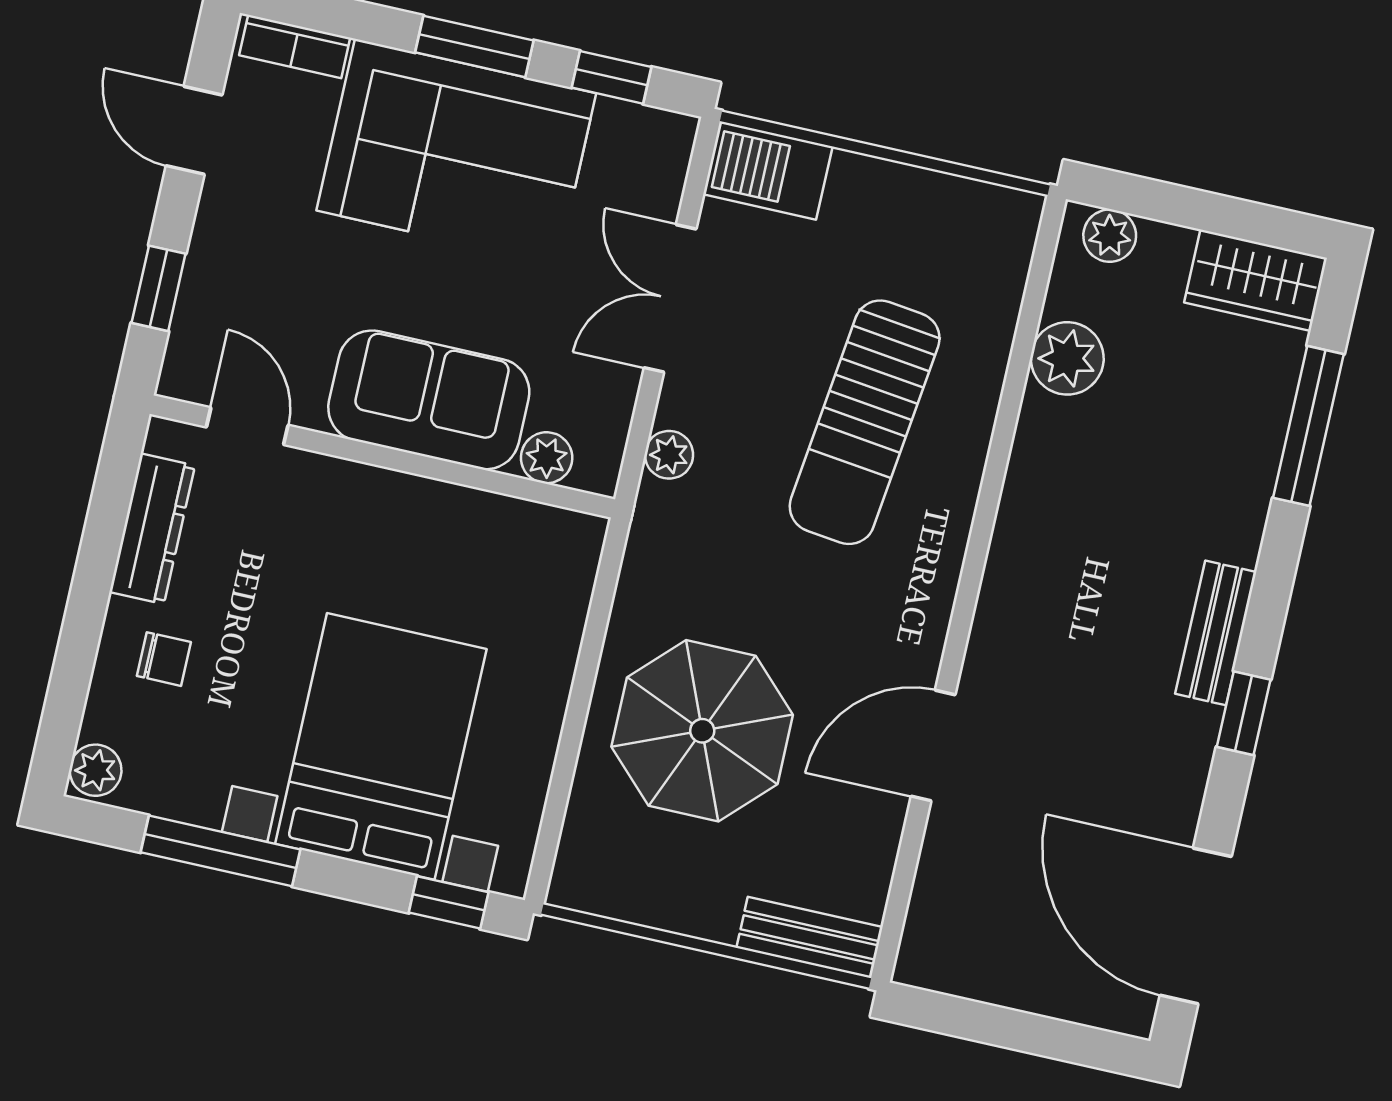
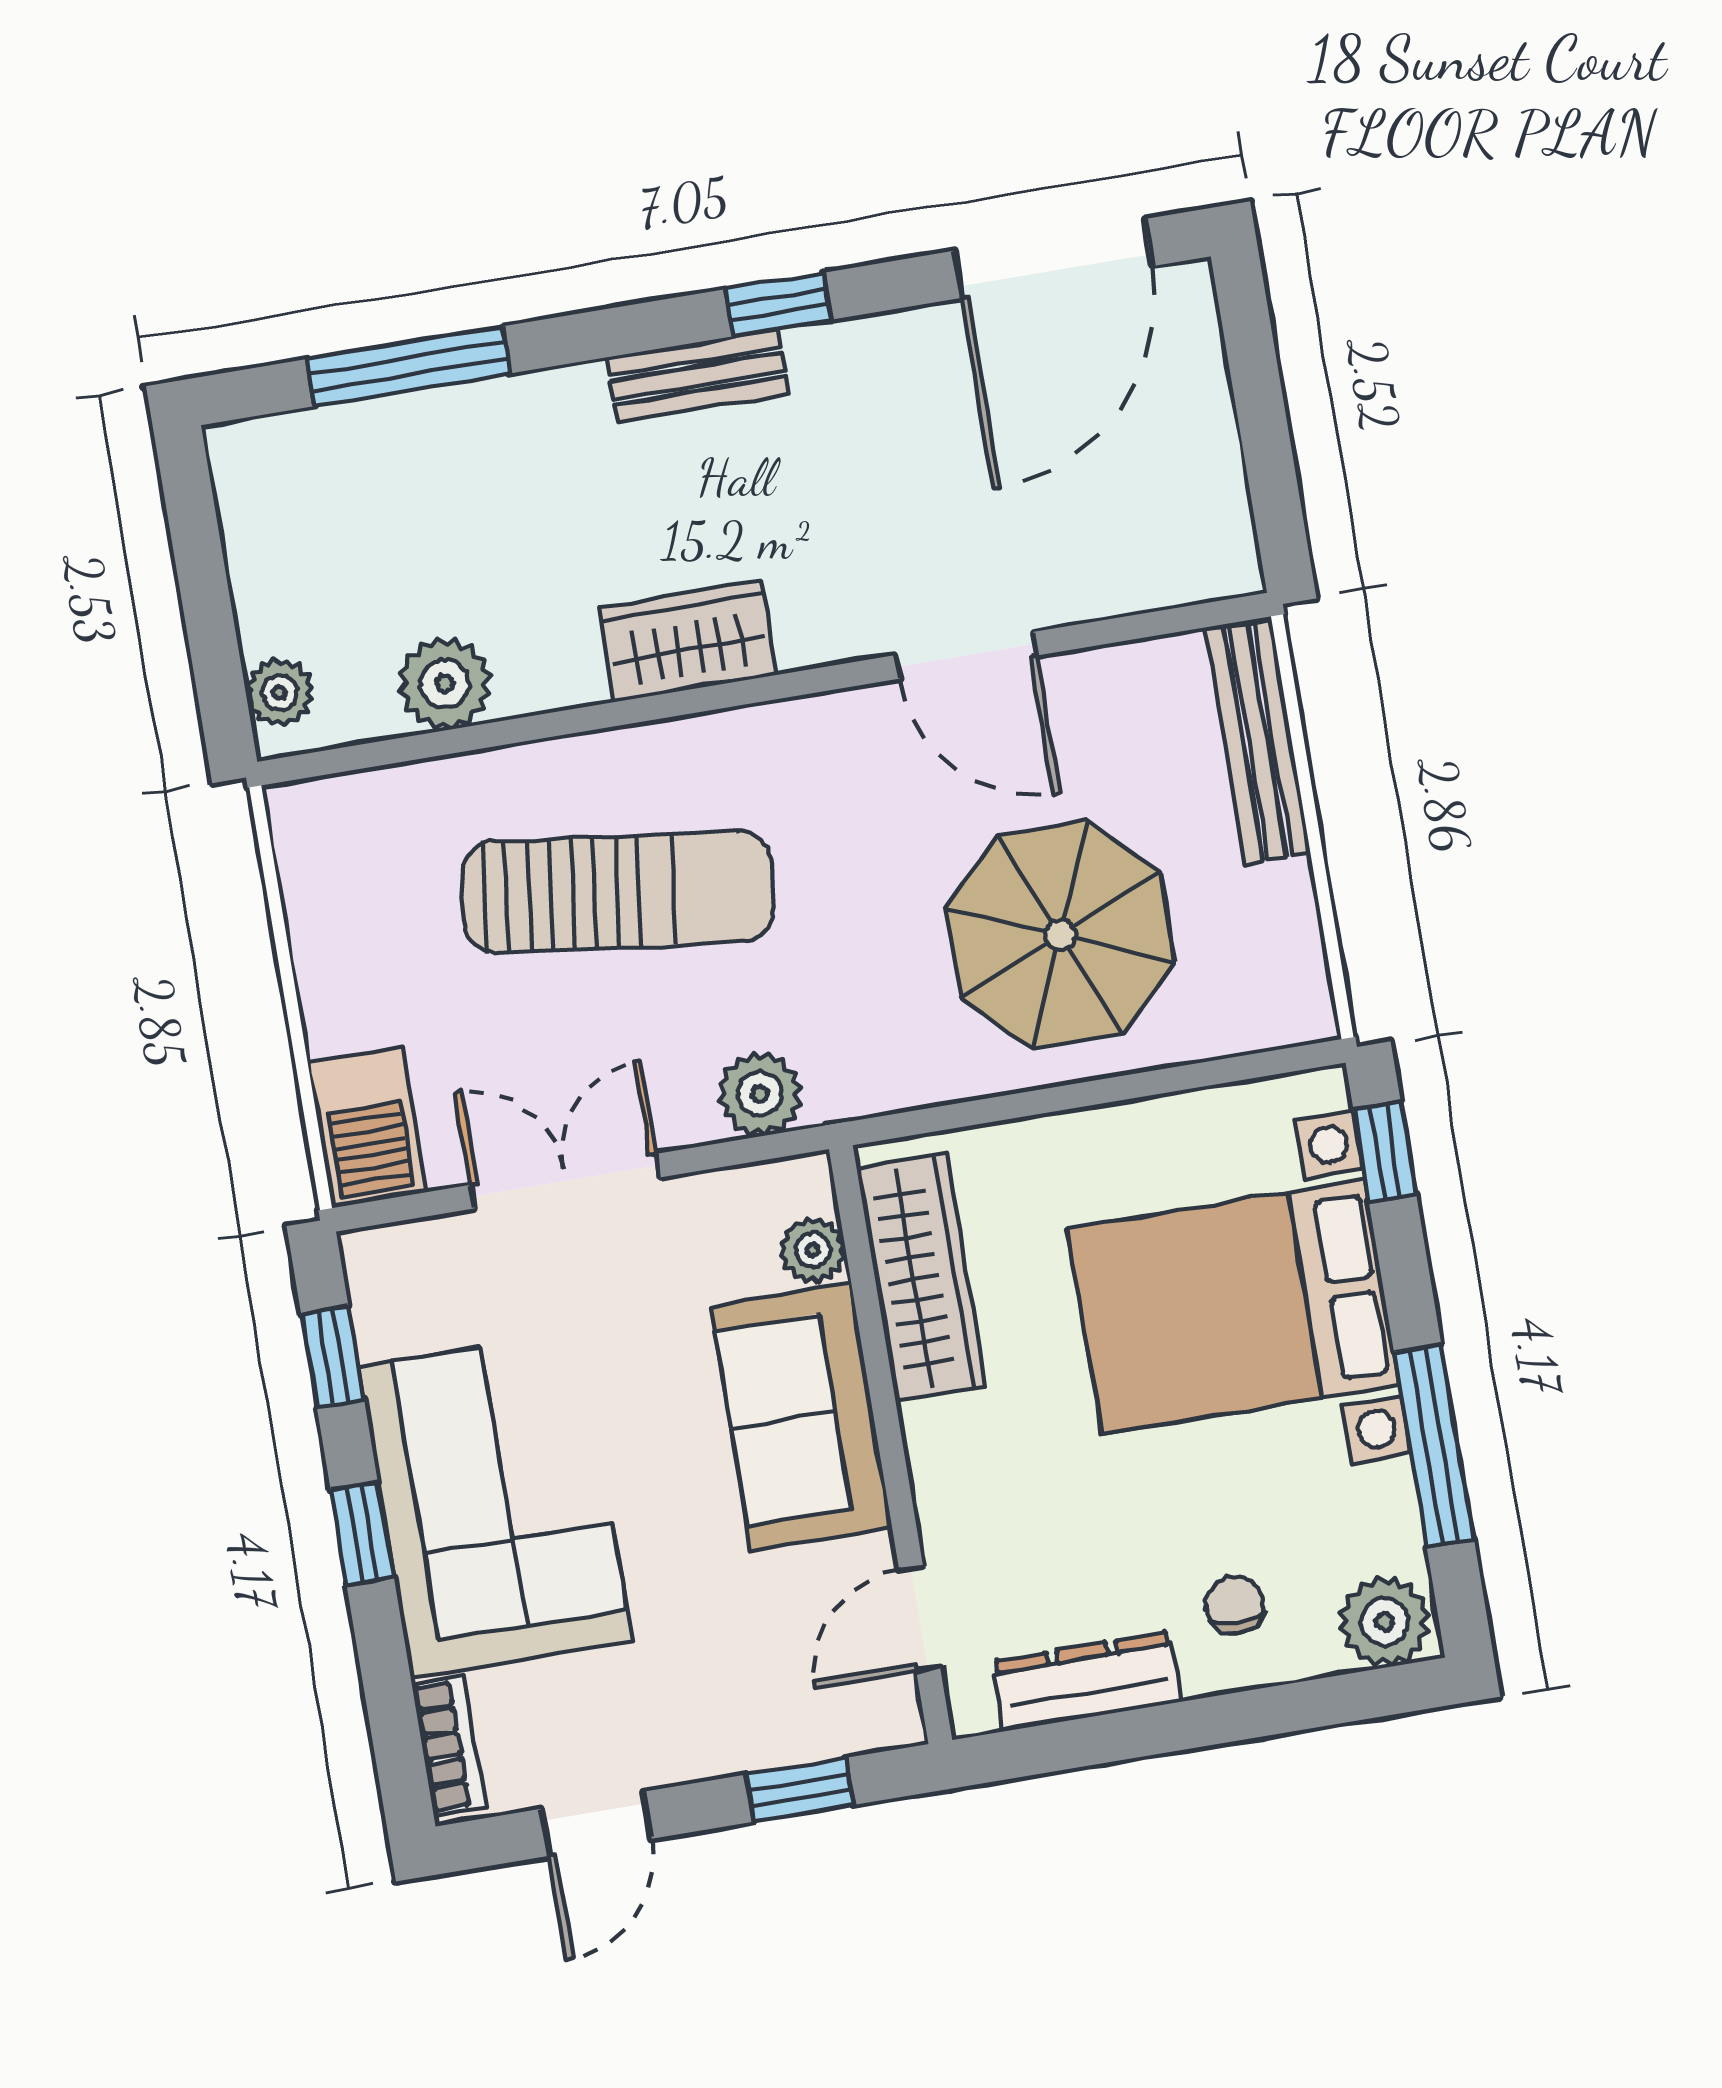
window: (474, 46) -> (362, 1533), width x0.67
wardrobe: (1256, 280) -> (687, 641), moved, turned -90
double door: (670, 298) -> (565, 1181), swing flipped
plant: (669, 455) -> (760, 1094), width x1.38, depth x1.38
wardrobe: (494, 528) -> (921, 1278), added
plant: (96, 770) -> (1385, 1622), width x1.38, depth x1.38
bench: (810, 937) -> (1258, 740), width x1.36

